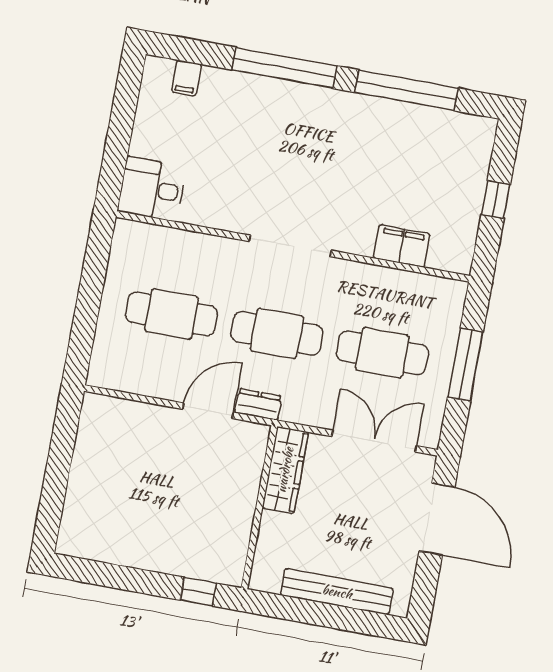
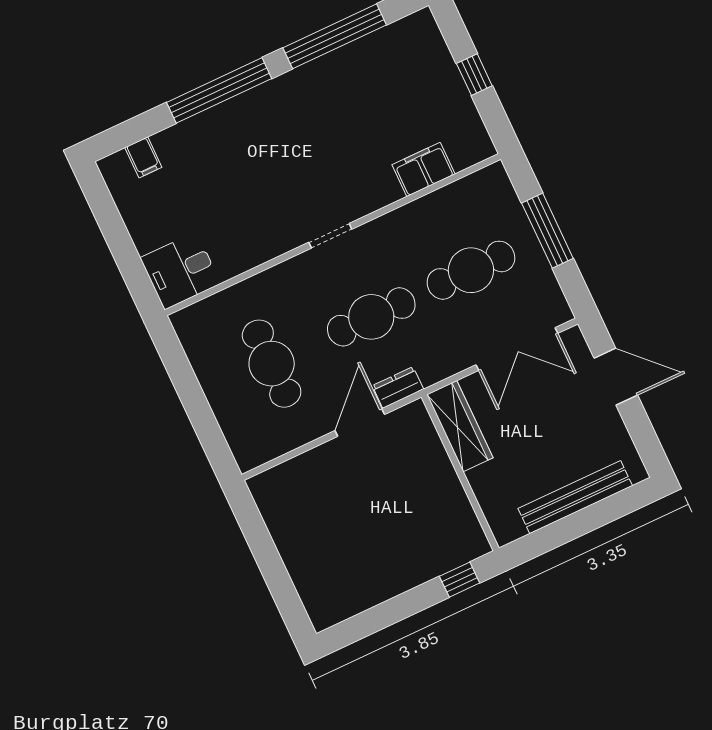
doorway: (290, 246) -> (330, 236), width x0.53
cafe table: (171, 314) -> (272, 364), turned 90
double door: (374, 441) -> (517, 349), swing flipped
door: (437, 519) -> (616, 377), width x0.73

